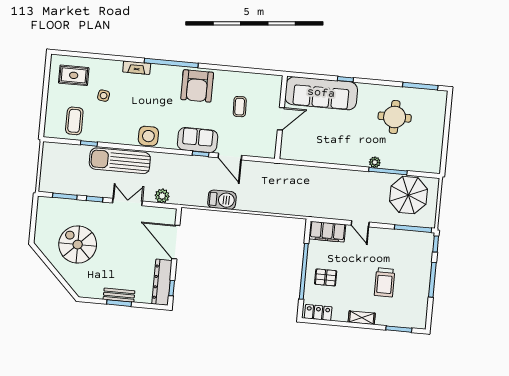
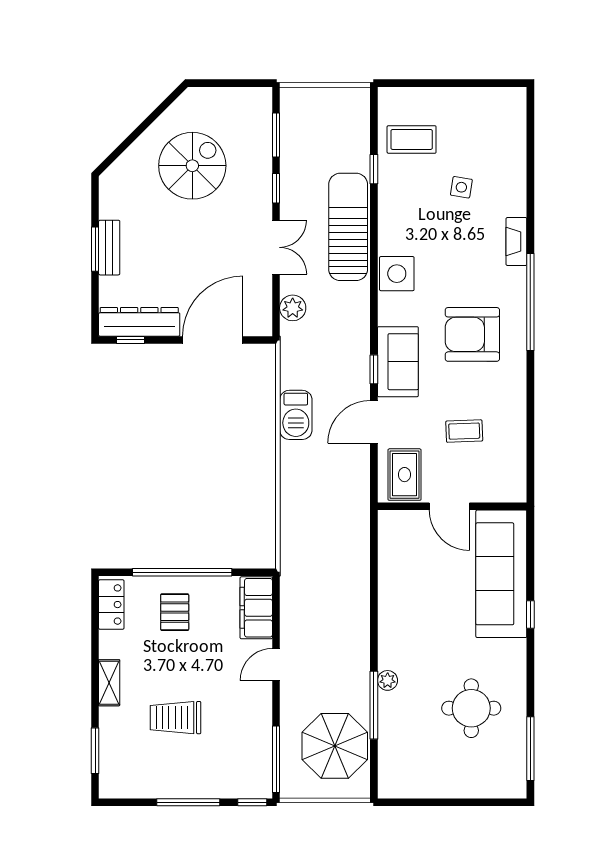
rug: (74, 75) -> (404, 475), moved
armchair: (197, 86) -> (472, 334), moved

